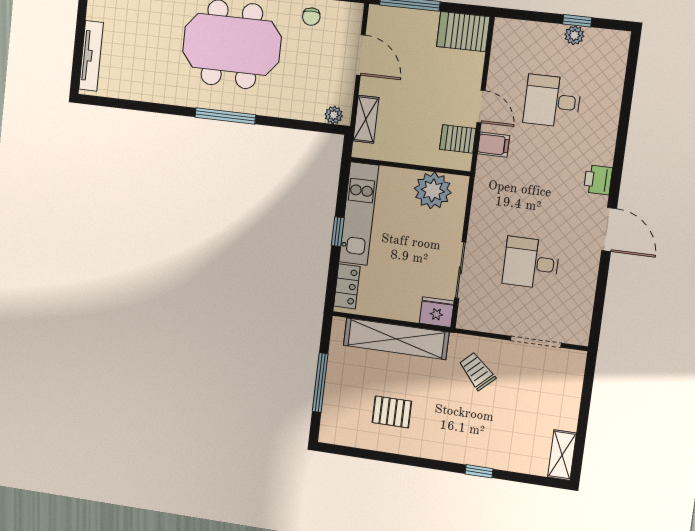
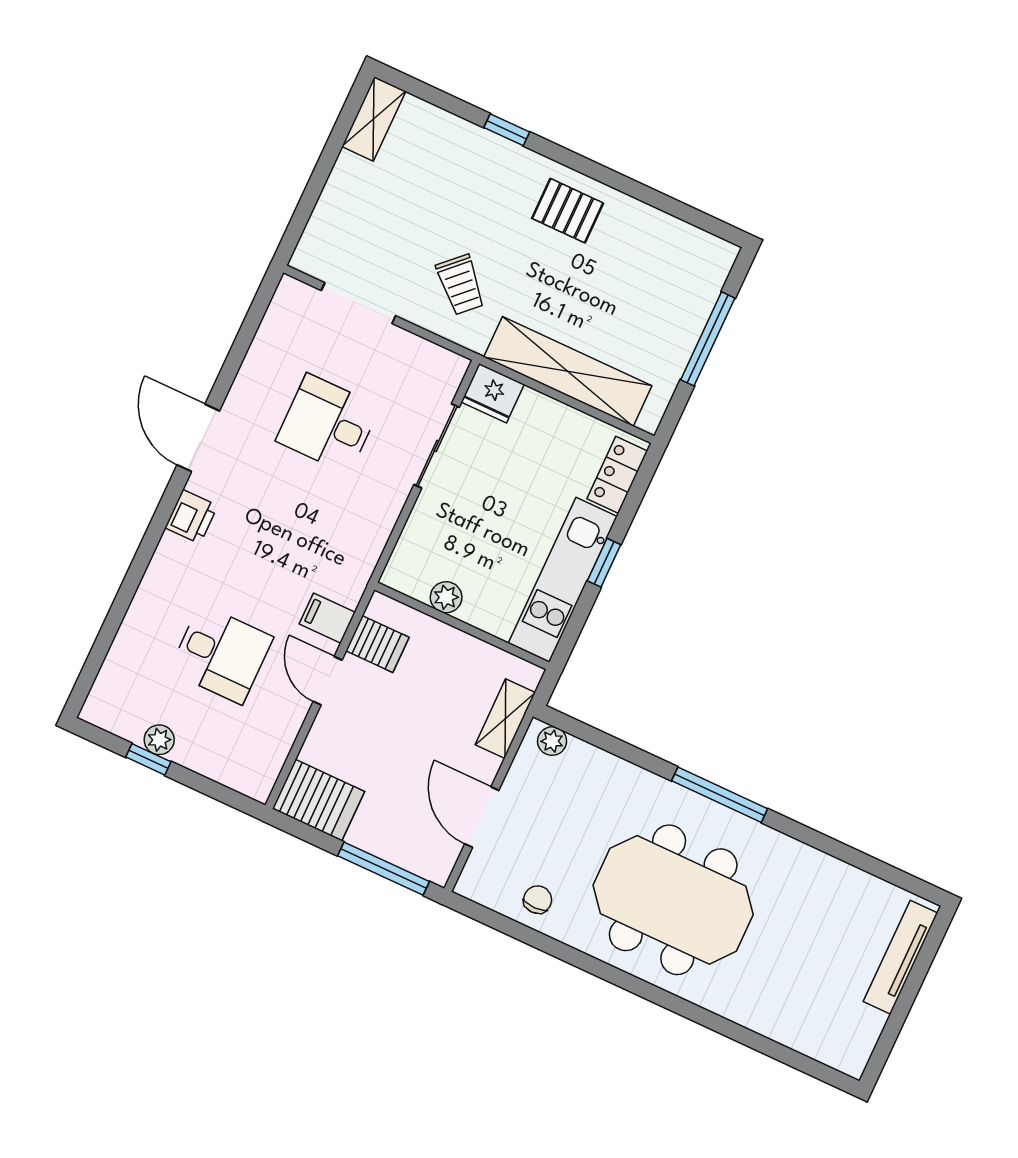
plant: (433, 190) -> (446, 597), width x0.53, depth x0.53
desk: (531, 263) -> (328, 424), turned 180
pallet: (392, 412) -> (568, 211), moved

